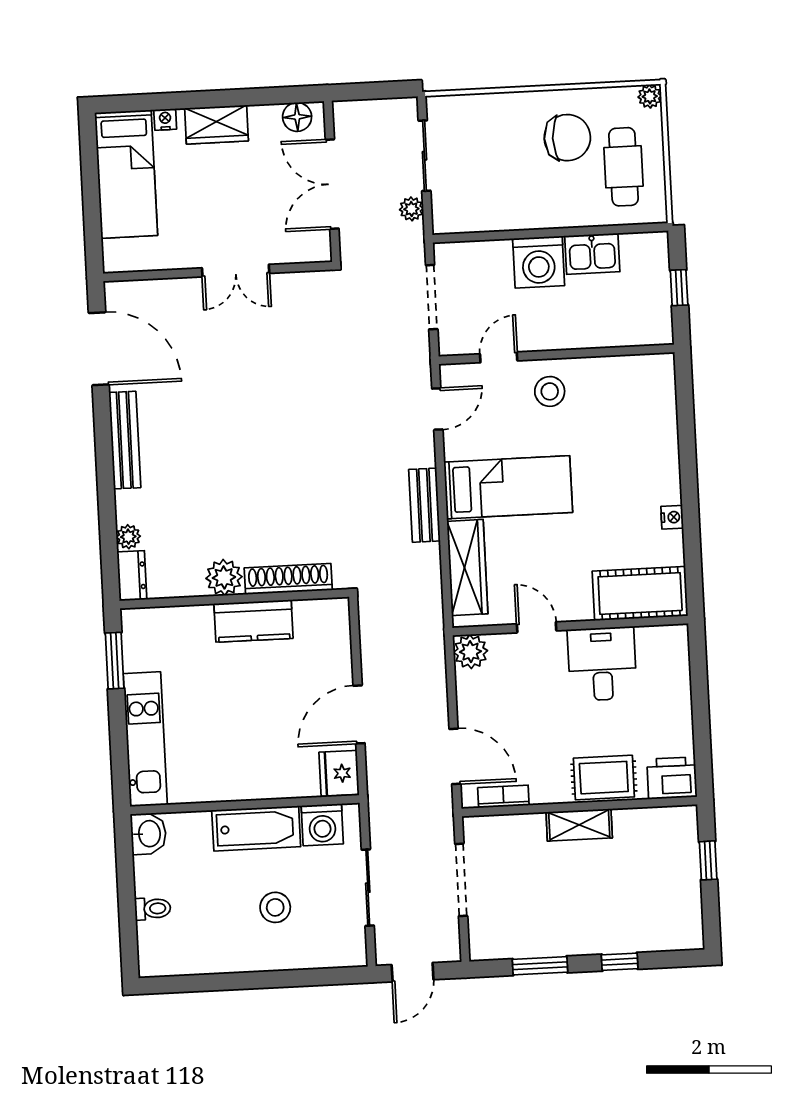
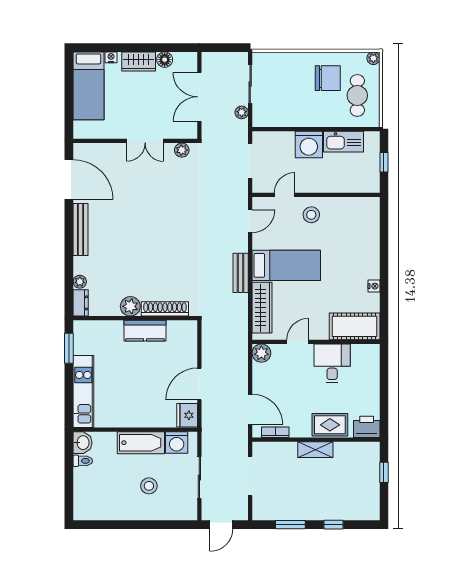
floor lamp: (297, 117) -> (165, 60), moved
kitchen sink: (592, 254) -> (343, 142), width x1.38
plant: (304, 284) -> (182, 150), added
door: (537, 627) -> (298, 342), hinge flipped
toilet: (153, 909) -> (83, 461), moved

